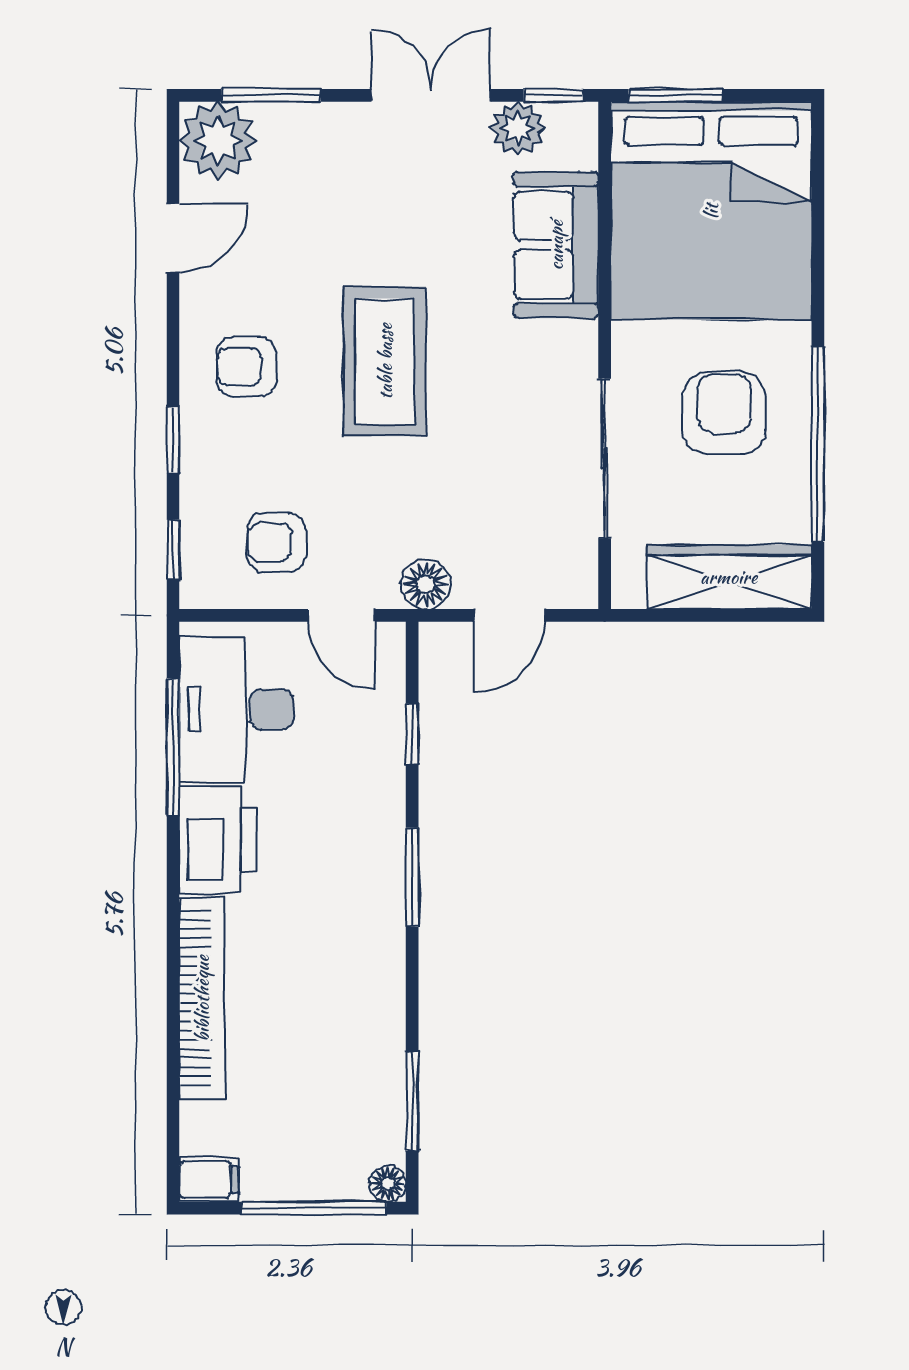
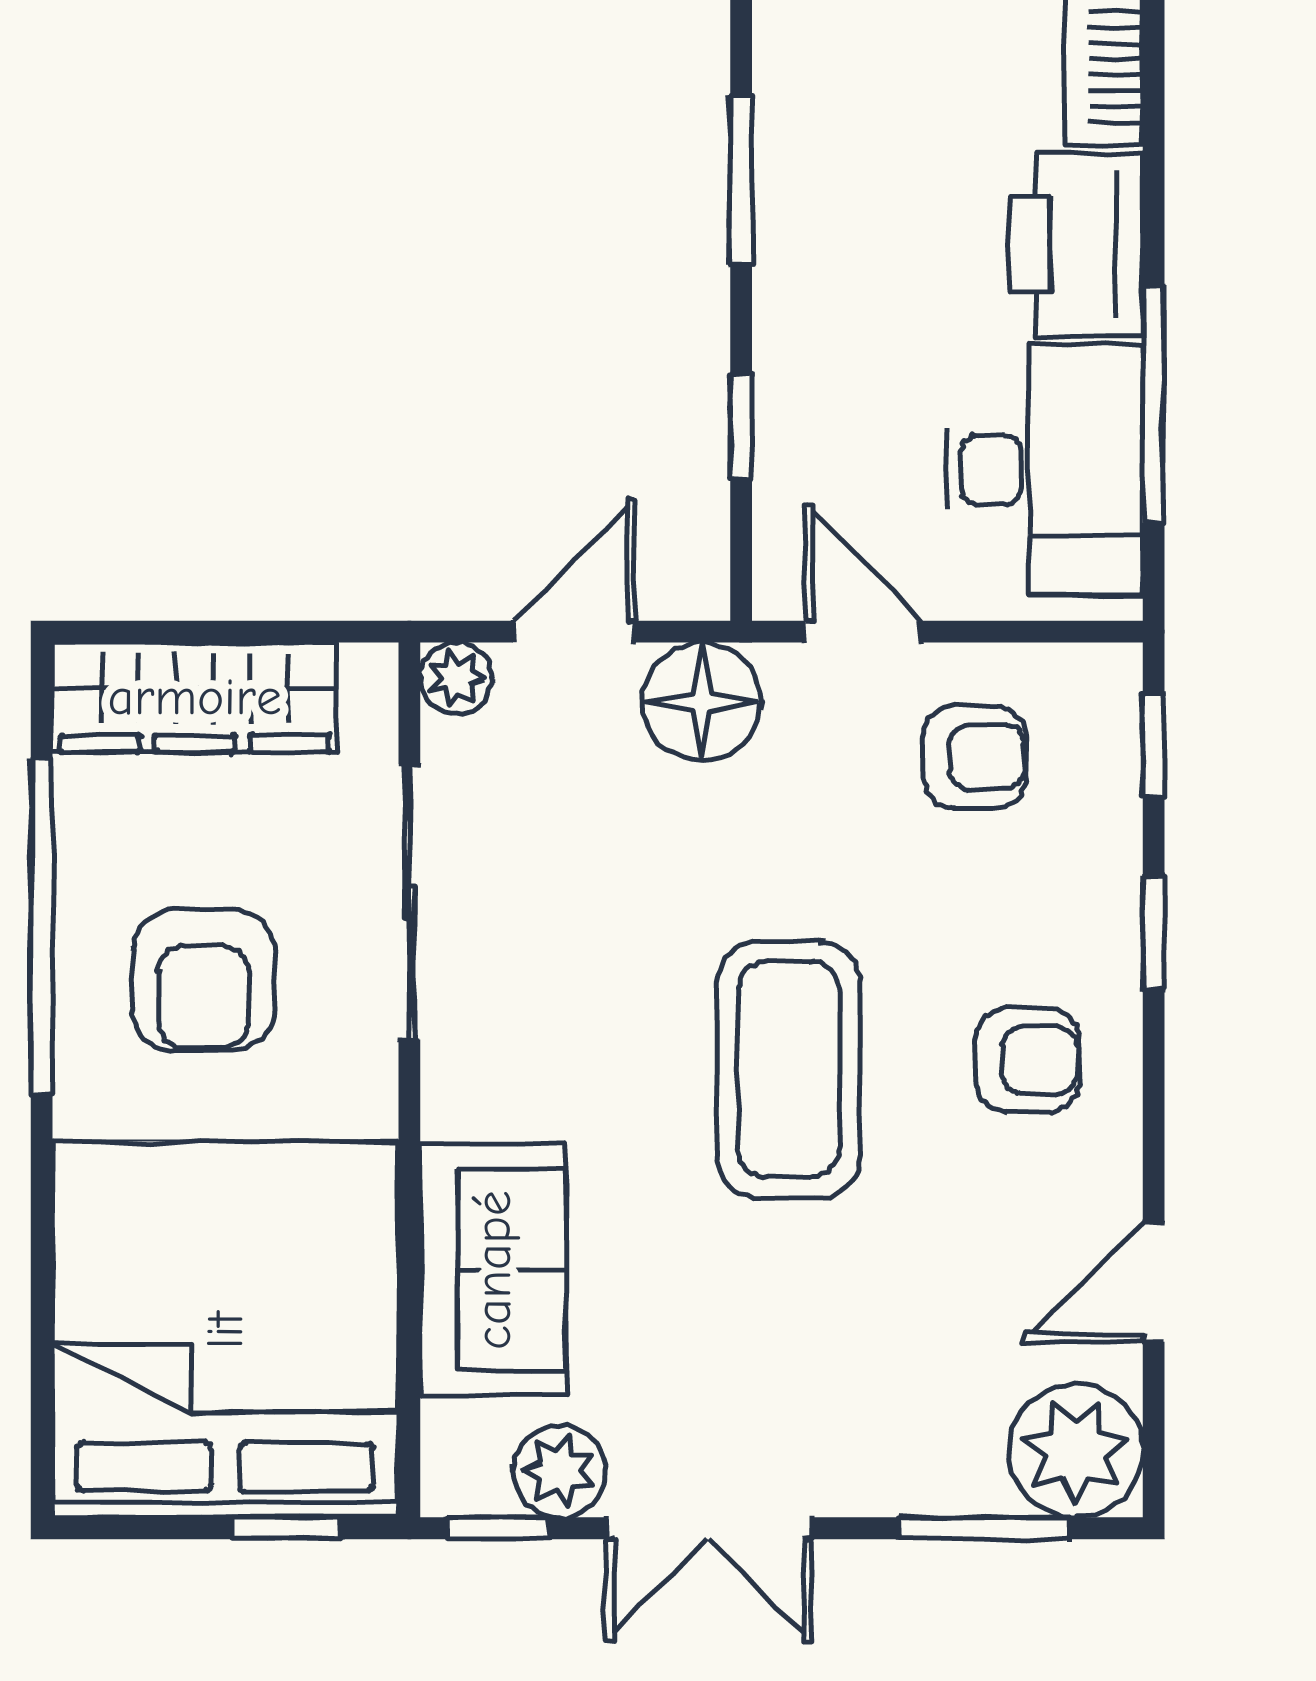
window: (676, 95) -> (287, 1528), width x0.67
floor lamp: (426, 584) -> (702, 701), width x1.38, depth x1.38
plant: (577, 588) -> (456, 678), added

